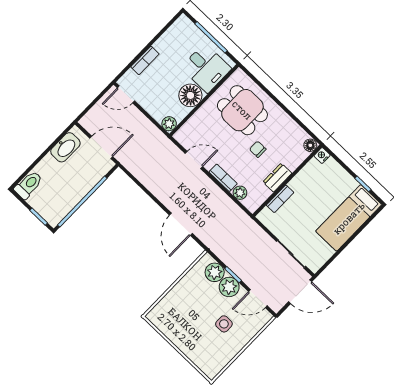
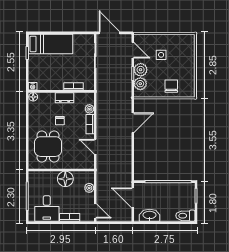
desk: (206, 68) -> (47, 209), moved, turned 180
plant: (169, 124) -> (89, 188), moved
chair: (180, 303) -> (171, 86), added

